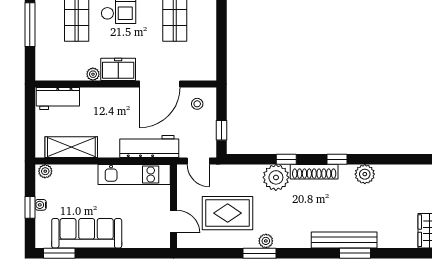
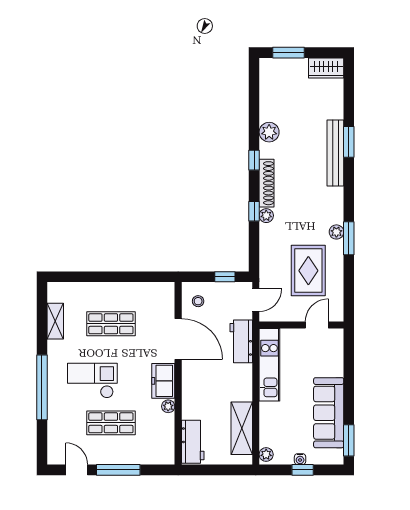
workbench: (149, 146) -> (241, 341), width x0.73
plant: (276, 177) -> (266, 216), width x0.53, depth x0.53

